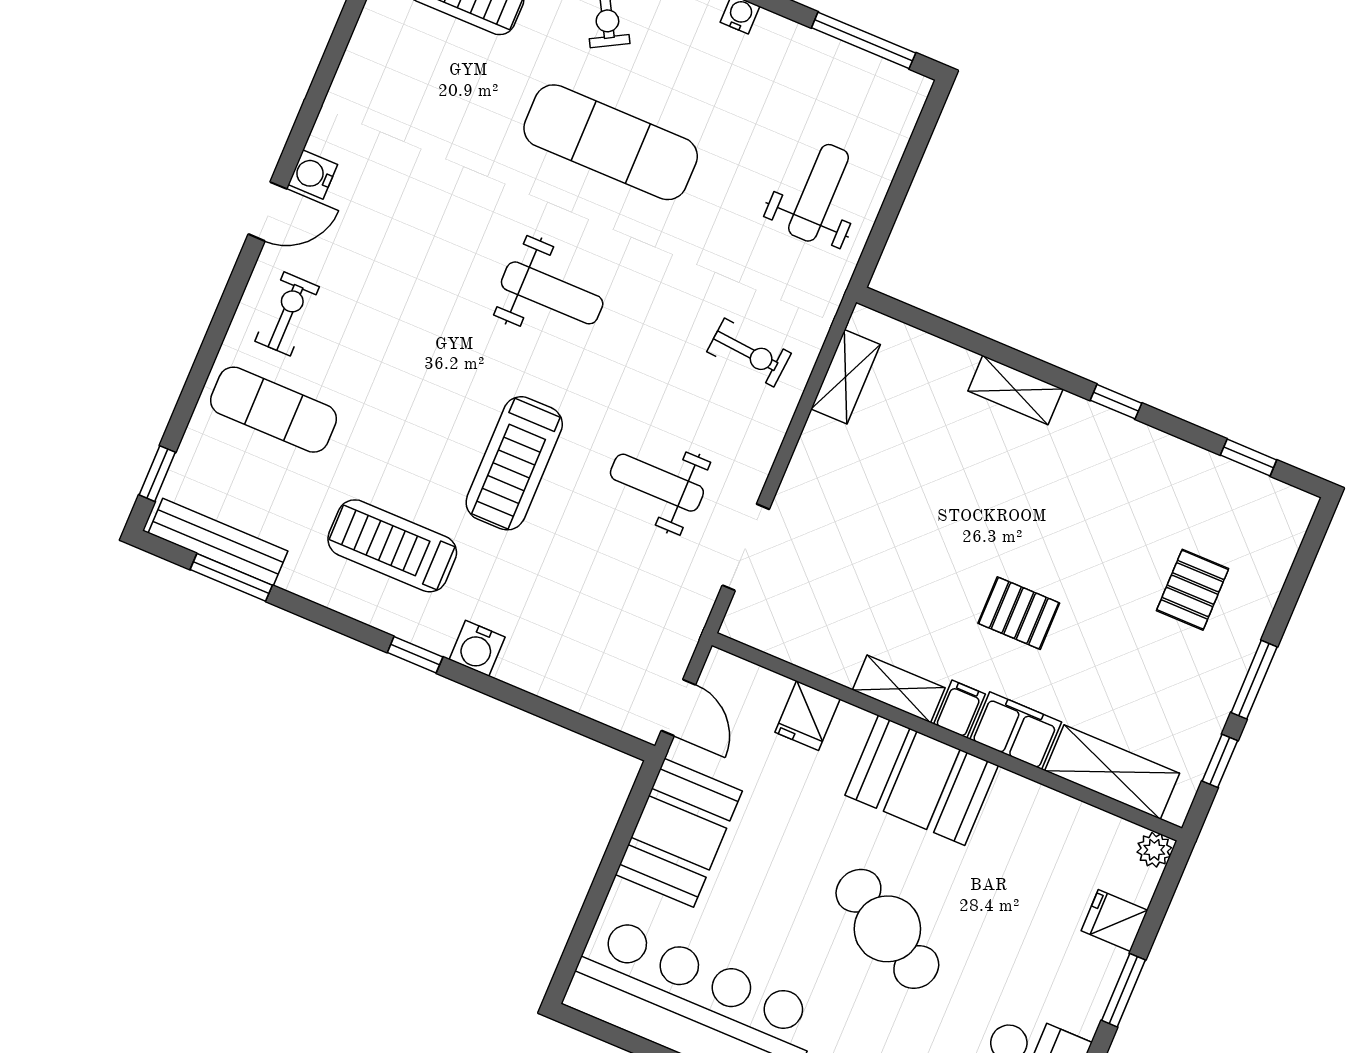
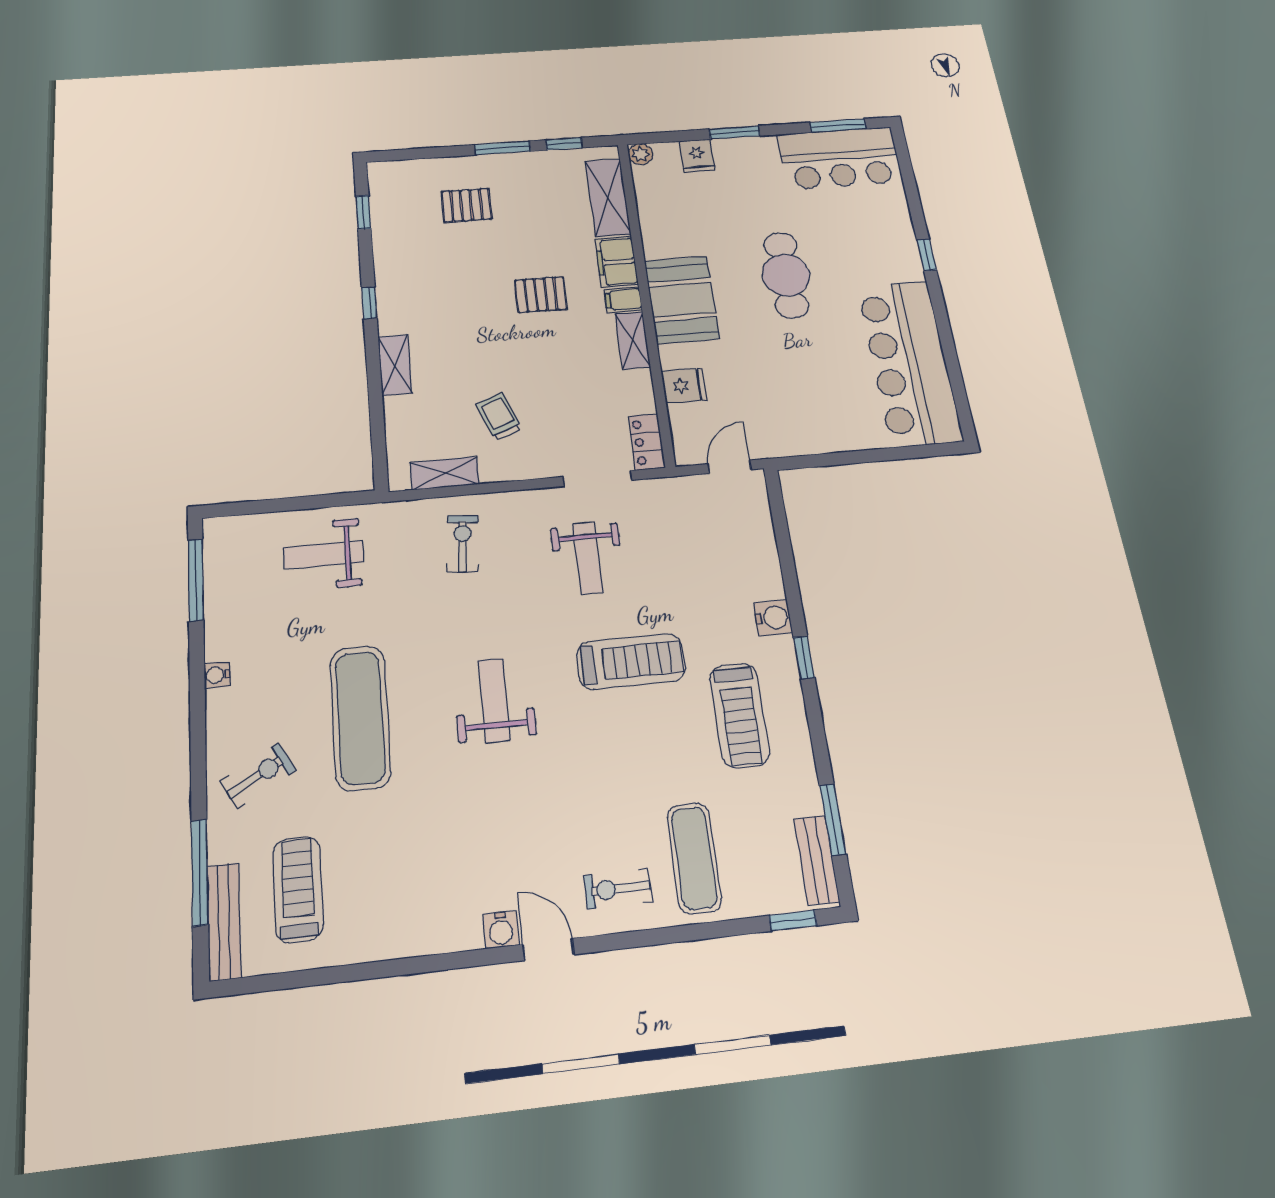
trolley: (884, 477) -> (499, 416), added
bench: (218, 542) -> (817, 860), width x0.73
pallet: (1019, 613) -> (541, 295), turned 90
locker: (760, 630) -> (647, 442), added
booth: (679, 833) -> (809, 425), removed
cafe table: (887, 929) -> (786, 275), turned -30

